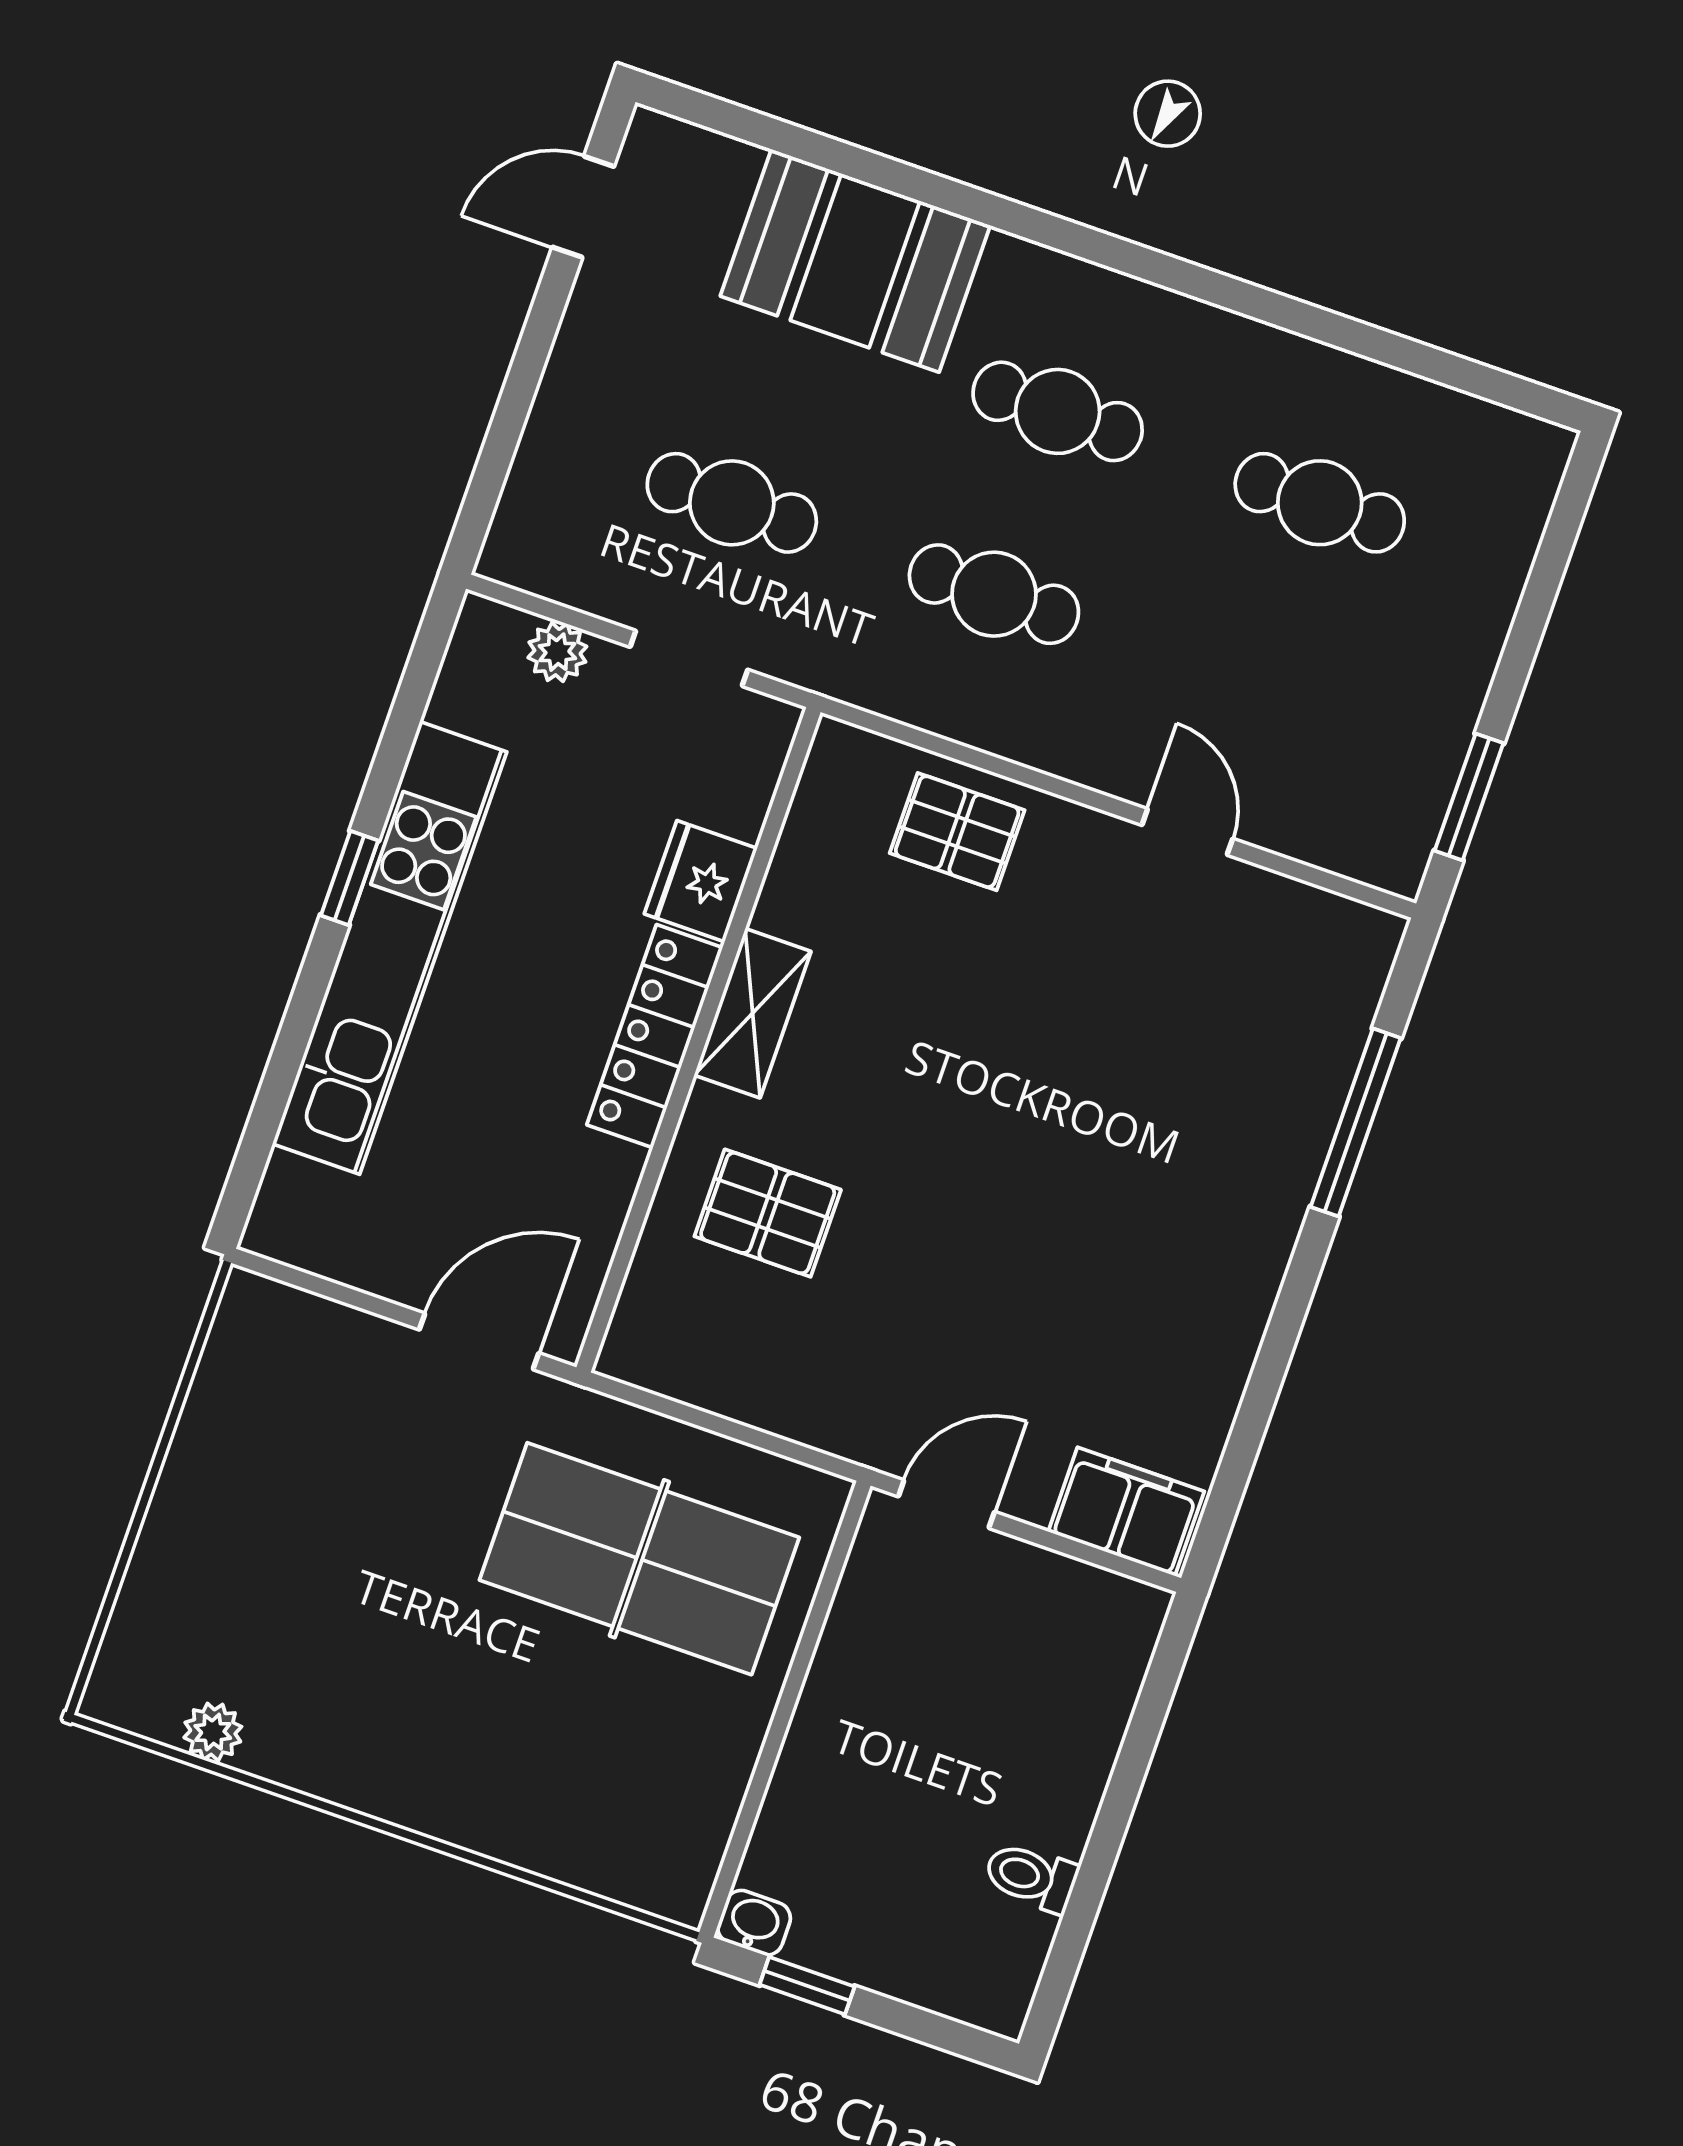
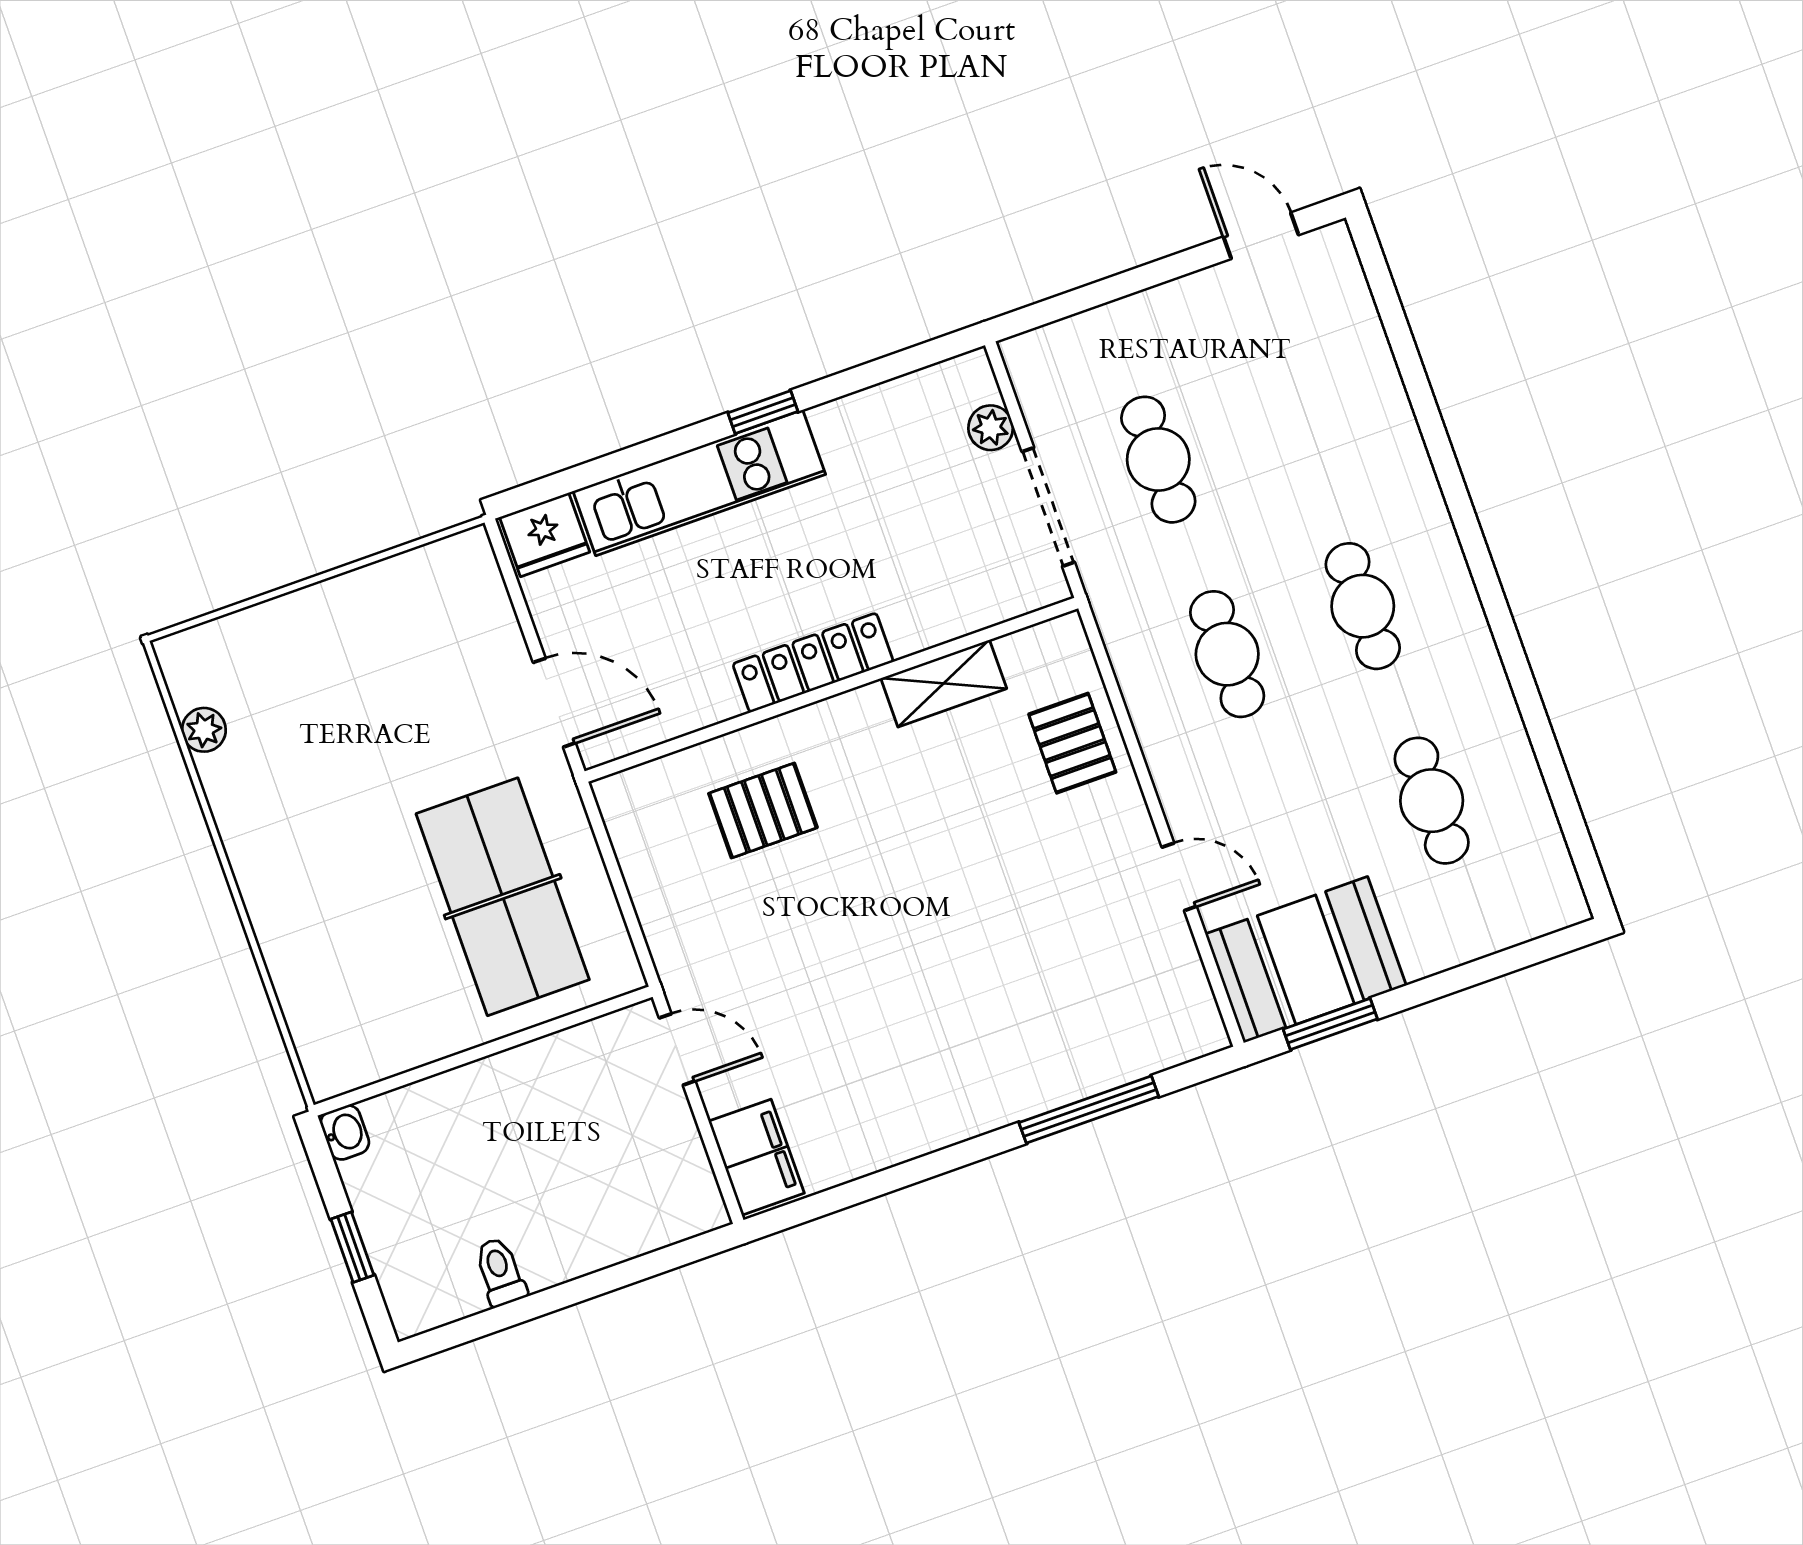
booth: (855, 261) -> (1306, 960), moved, turned 90
doorway: (689, 658) -> (1048, 507), width x1.38
door: (1187, 832) -> (1179, 877), hinge flipped
fridge: (701, 881) -> (545, 535), moved, turned 180
kitchen unit: (390, 948) -> (699, 483), width x0.73
shelving: (753, 1013) -> (944, 683), moved
pallet: (768, 1213) -> (763, 811), turned 90
window: (807, 1986) -> (352, 1247), moved

